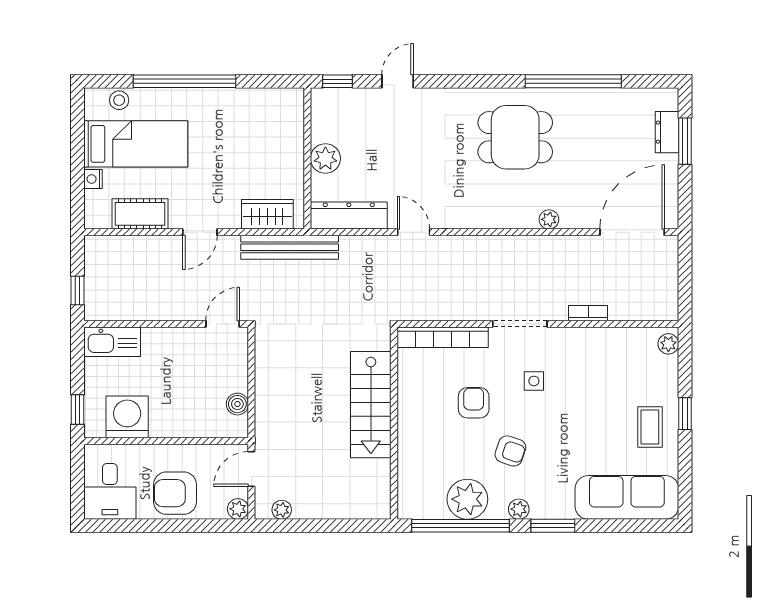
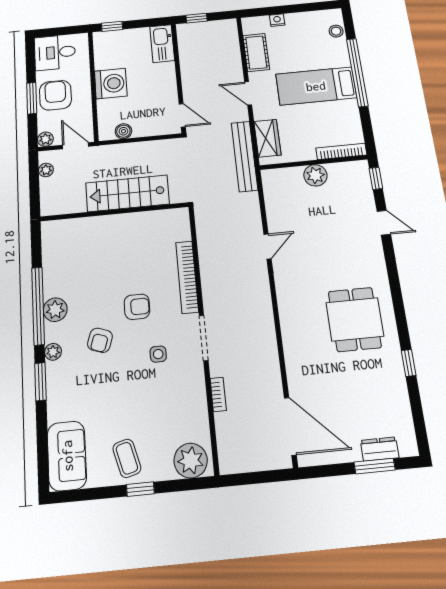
window: (573, 81) -> (409, 363), width x0.32
bookcase: (296, 120) -> (341, 151), added
bed: (136, 144) -> (316, 86), moved, turned 90
dresser: (349, 215) -> (274, 197), removed
plant: (549, 219) -> (292, 354), removed
plant: (668, 344) -> (191, 461), width x1.87, depth x1.87
stairs: (371, 405) -> (127, 193), moved
washing machine: (127, 417) -> (111, 83), moved
wall: (394, 423) -> (114, 212), moved
coffee table: (650, 427) -> (127, 458), turned 75
sofa: (627, 497) -> (67, 456), width x0.73
plant: (467, 499) -> (55, 310), width x0.73, depth x0.73
window: (176, 526) -> (32, 98), added

